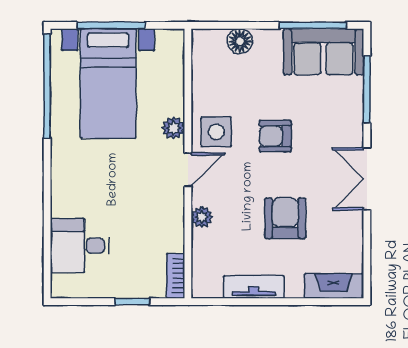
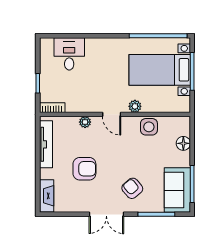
side table: (216, 132) -> (149, 127), moved
armchair: (275, 136) -> (132, 188), moved, turned -40
double door: (367, 179) -> (106, 214), swing flipped
tv unit: (254, 287) -> (46, 144), width x1.41

